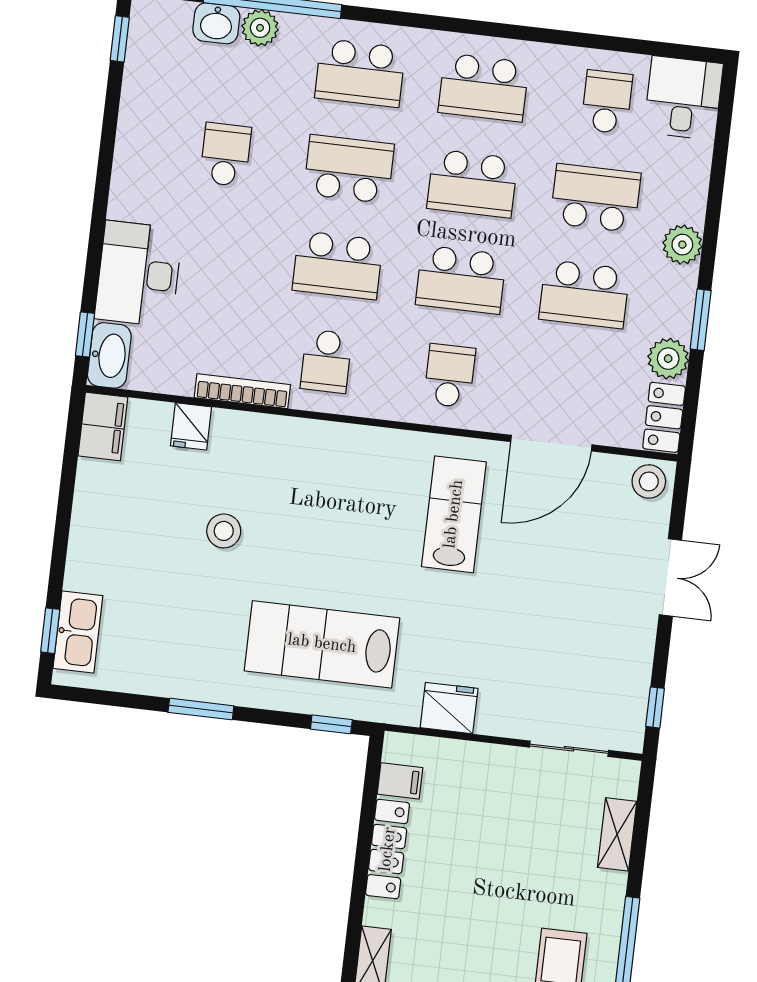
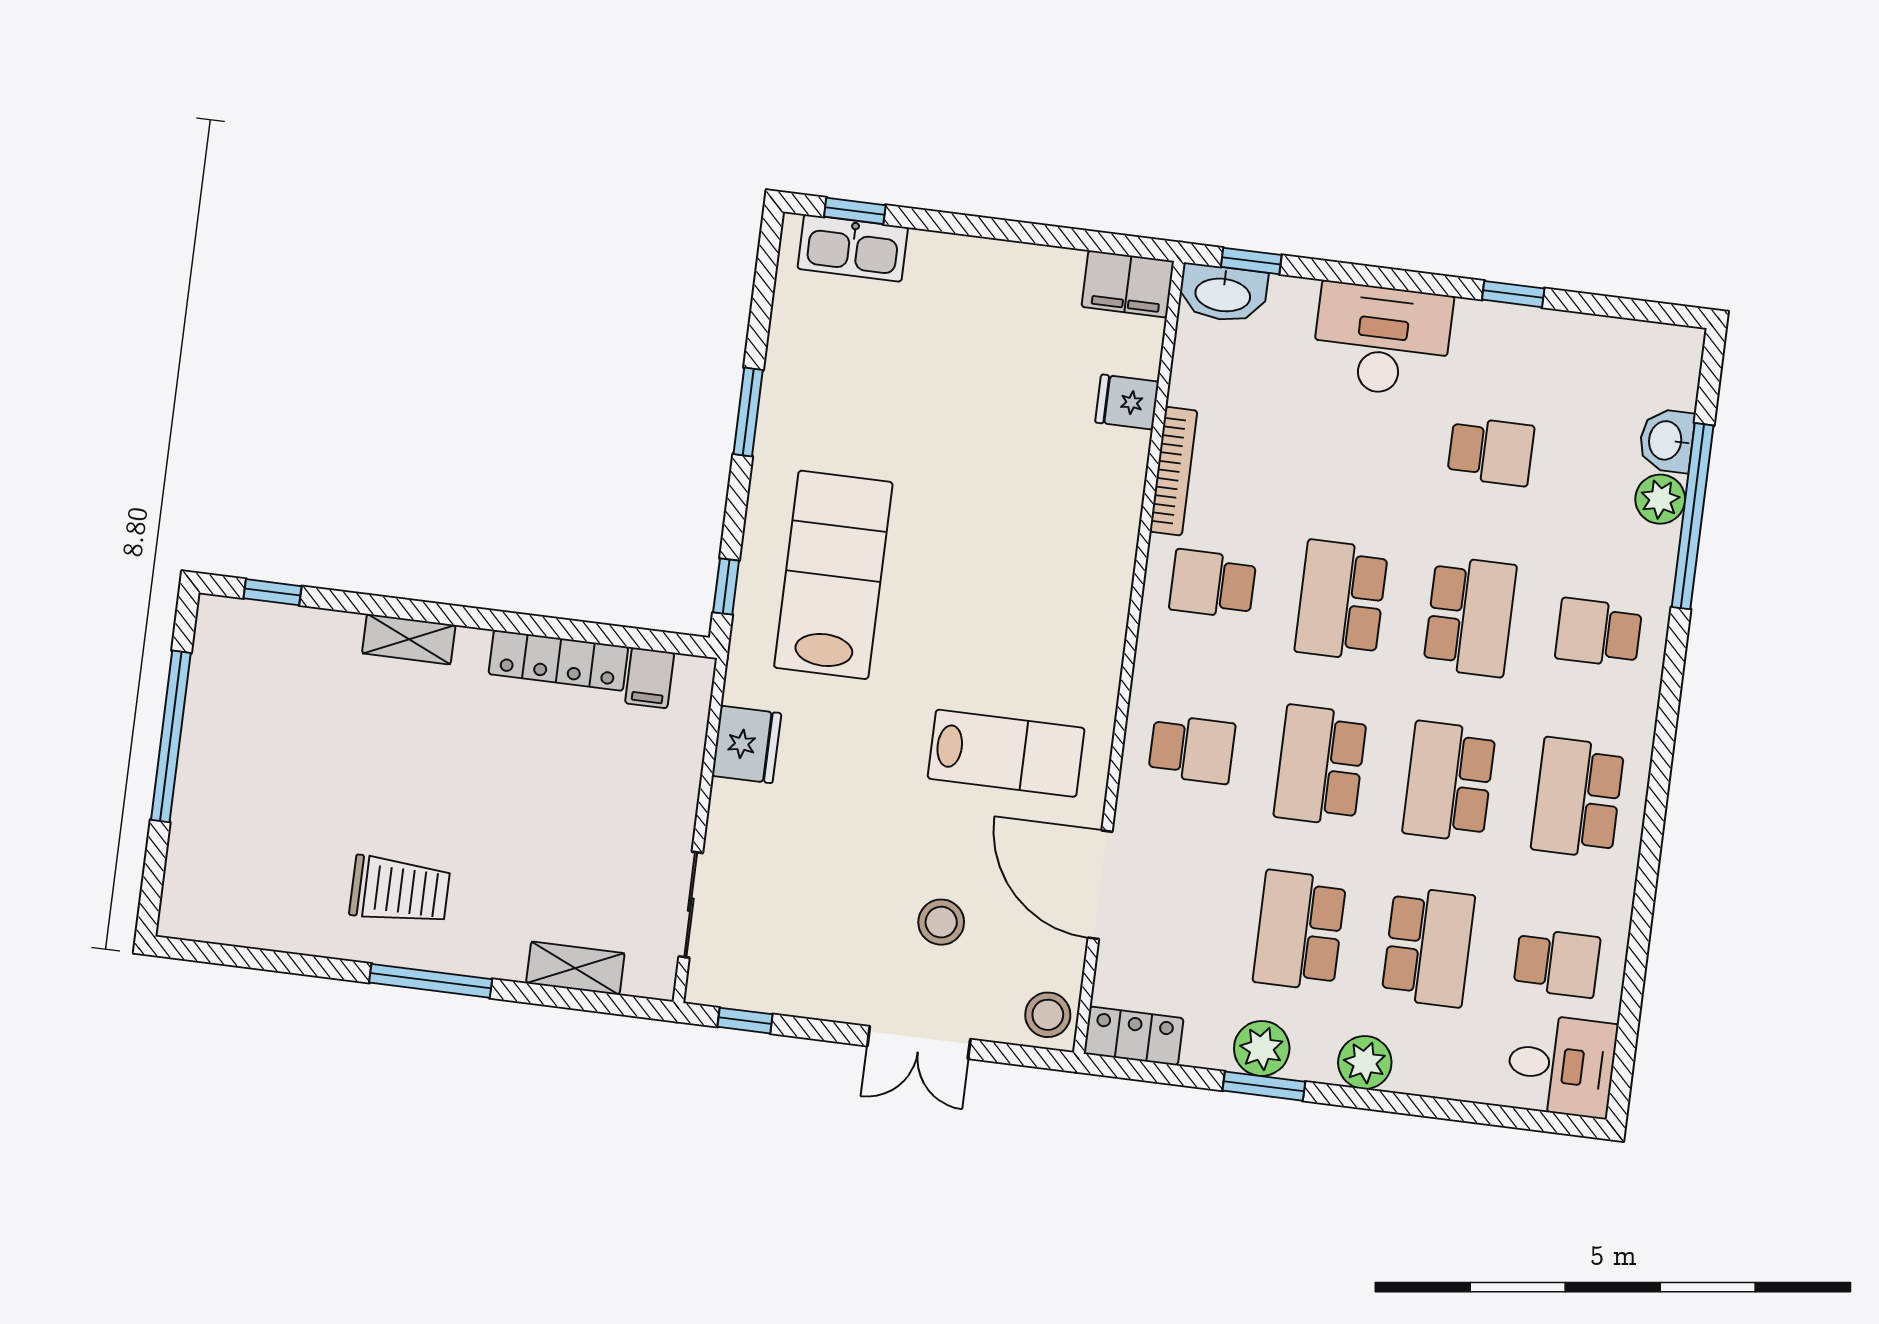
window: (120, 39) -> (1513, 294), moved
school desk: (360, 73) -> (1599, 633), width x0.54
desk: (139, 274) -> (1382, 340), moved
plant: (668, 359) -> (1262, 1048), moved
stool: (224, 531) -> (941, 922), moved

